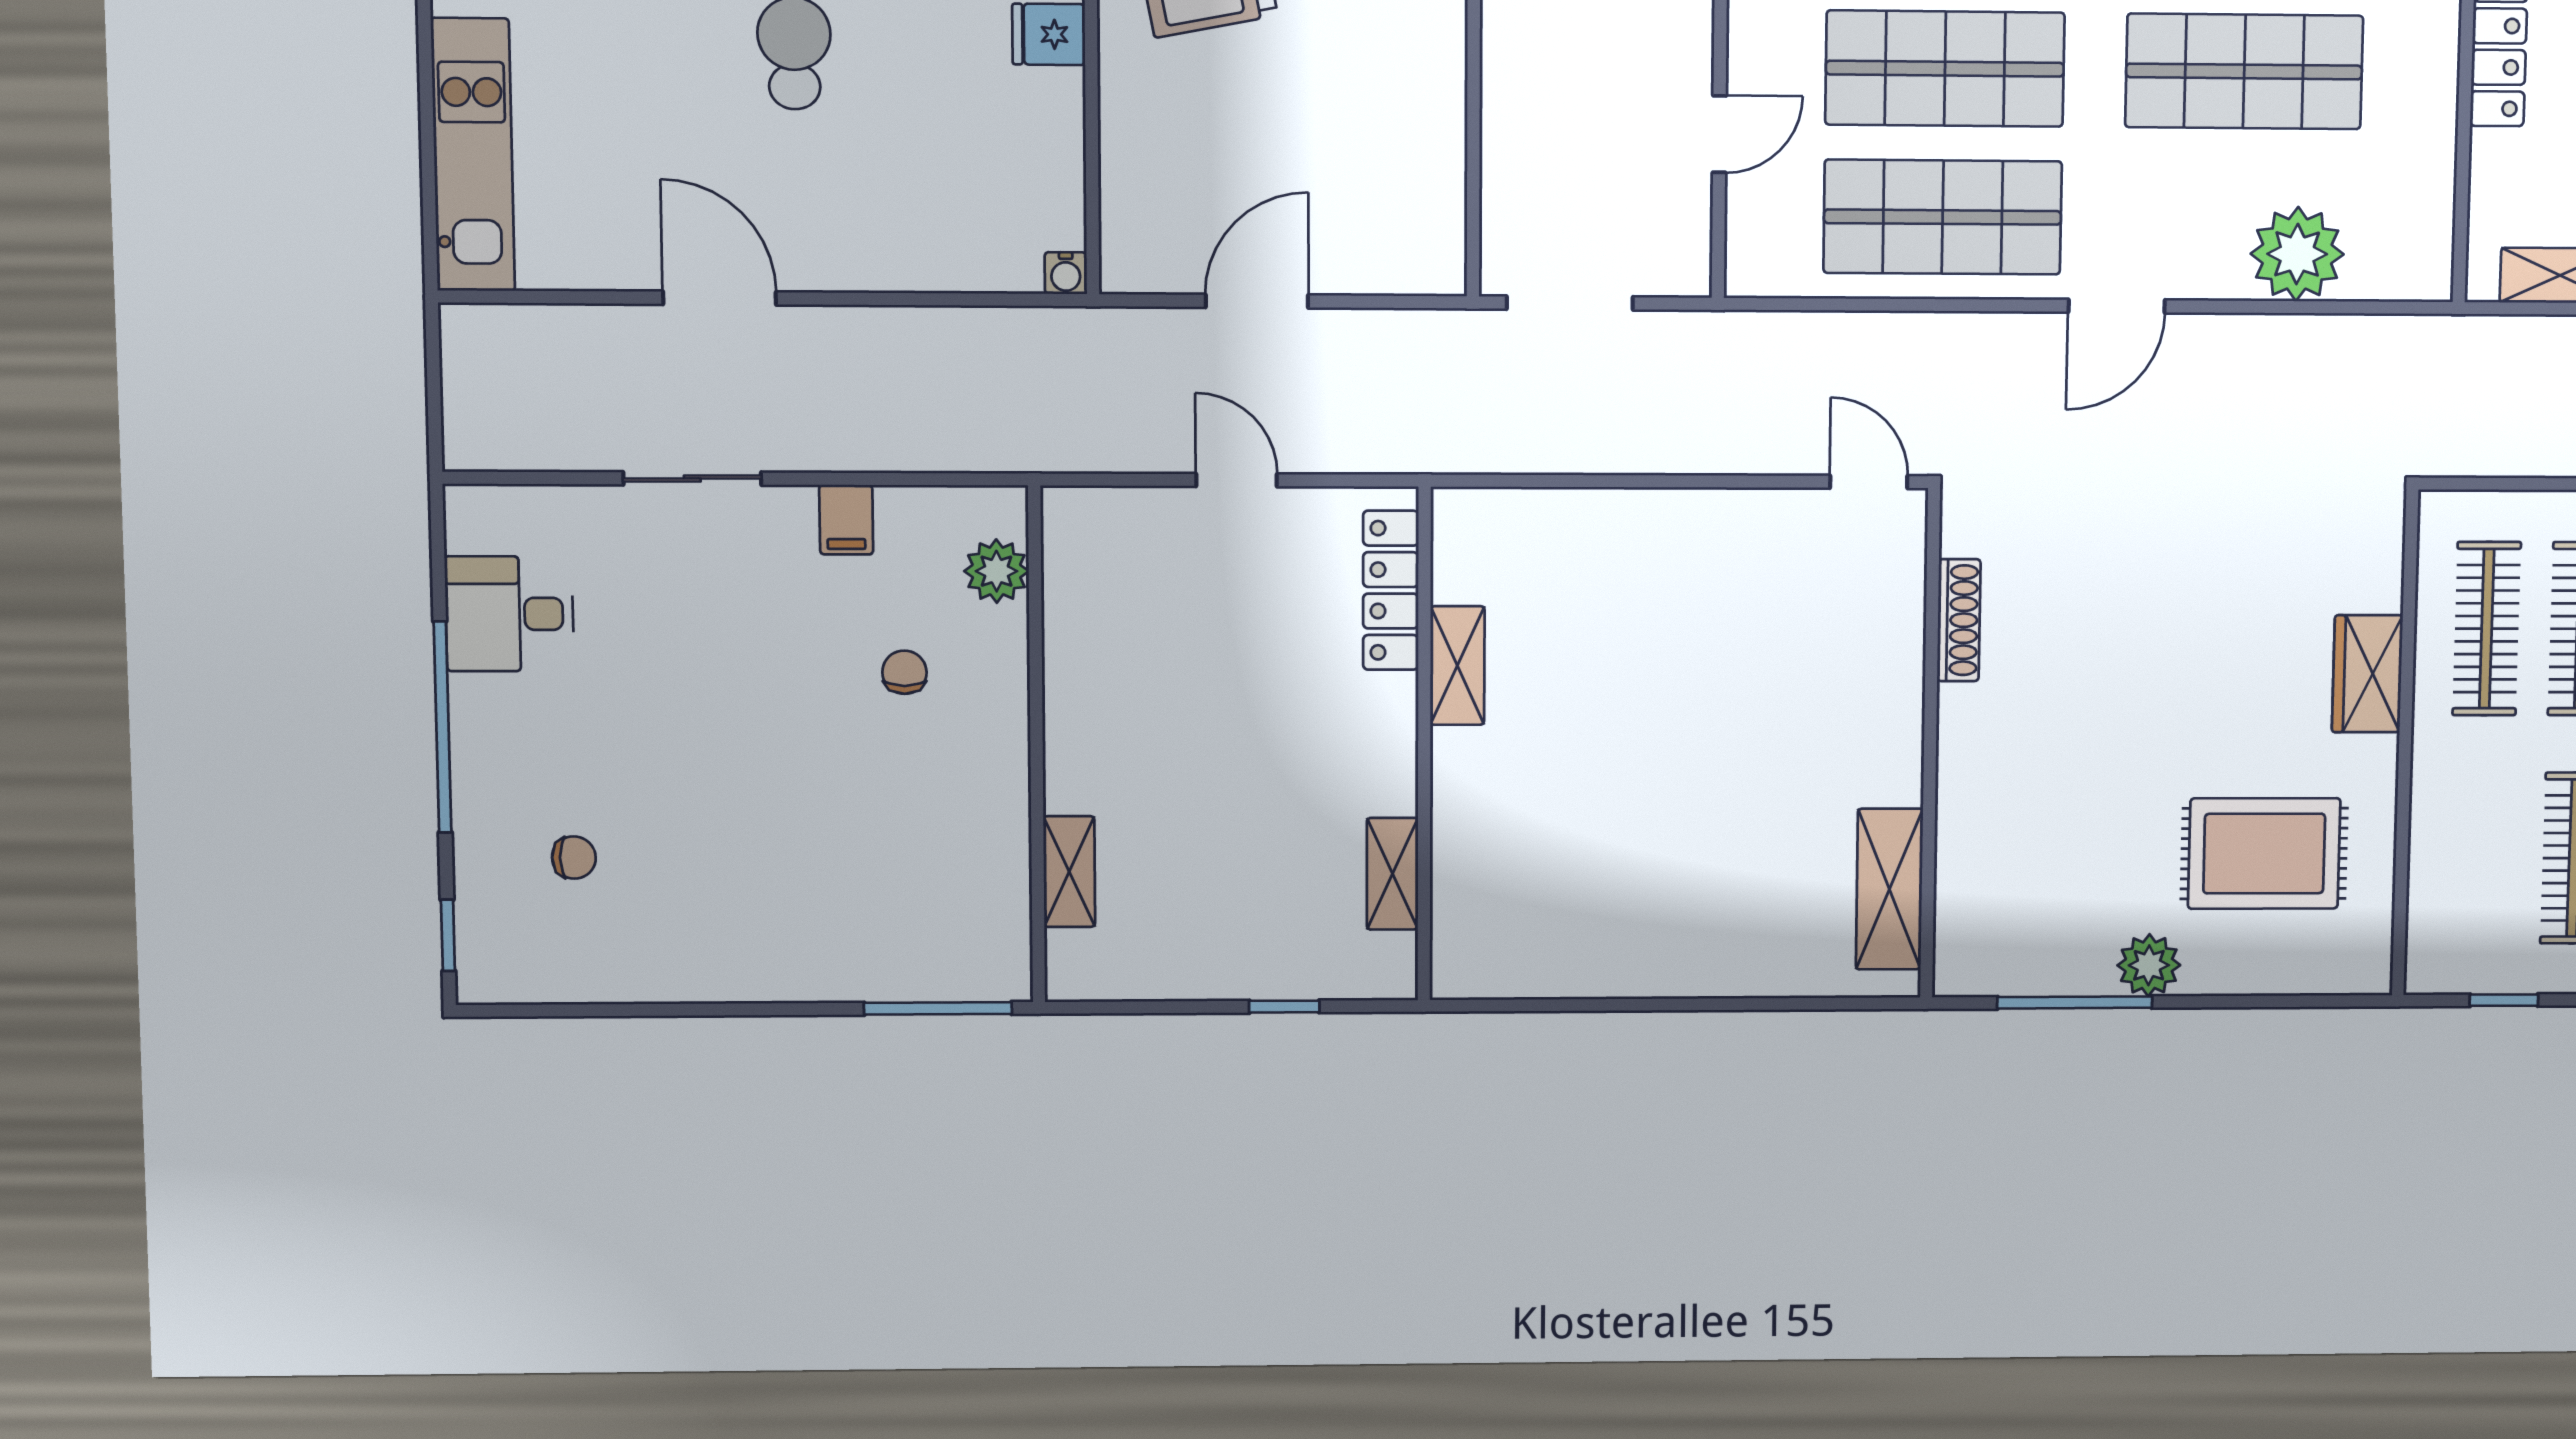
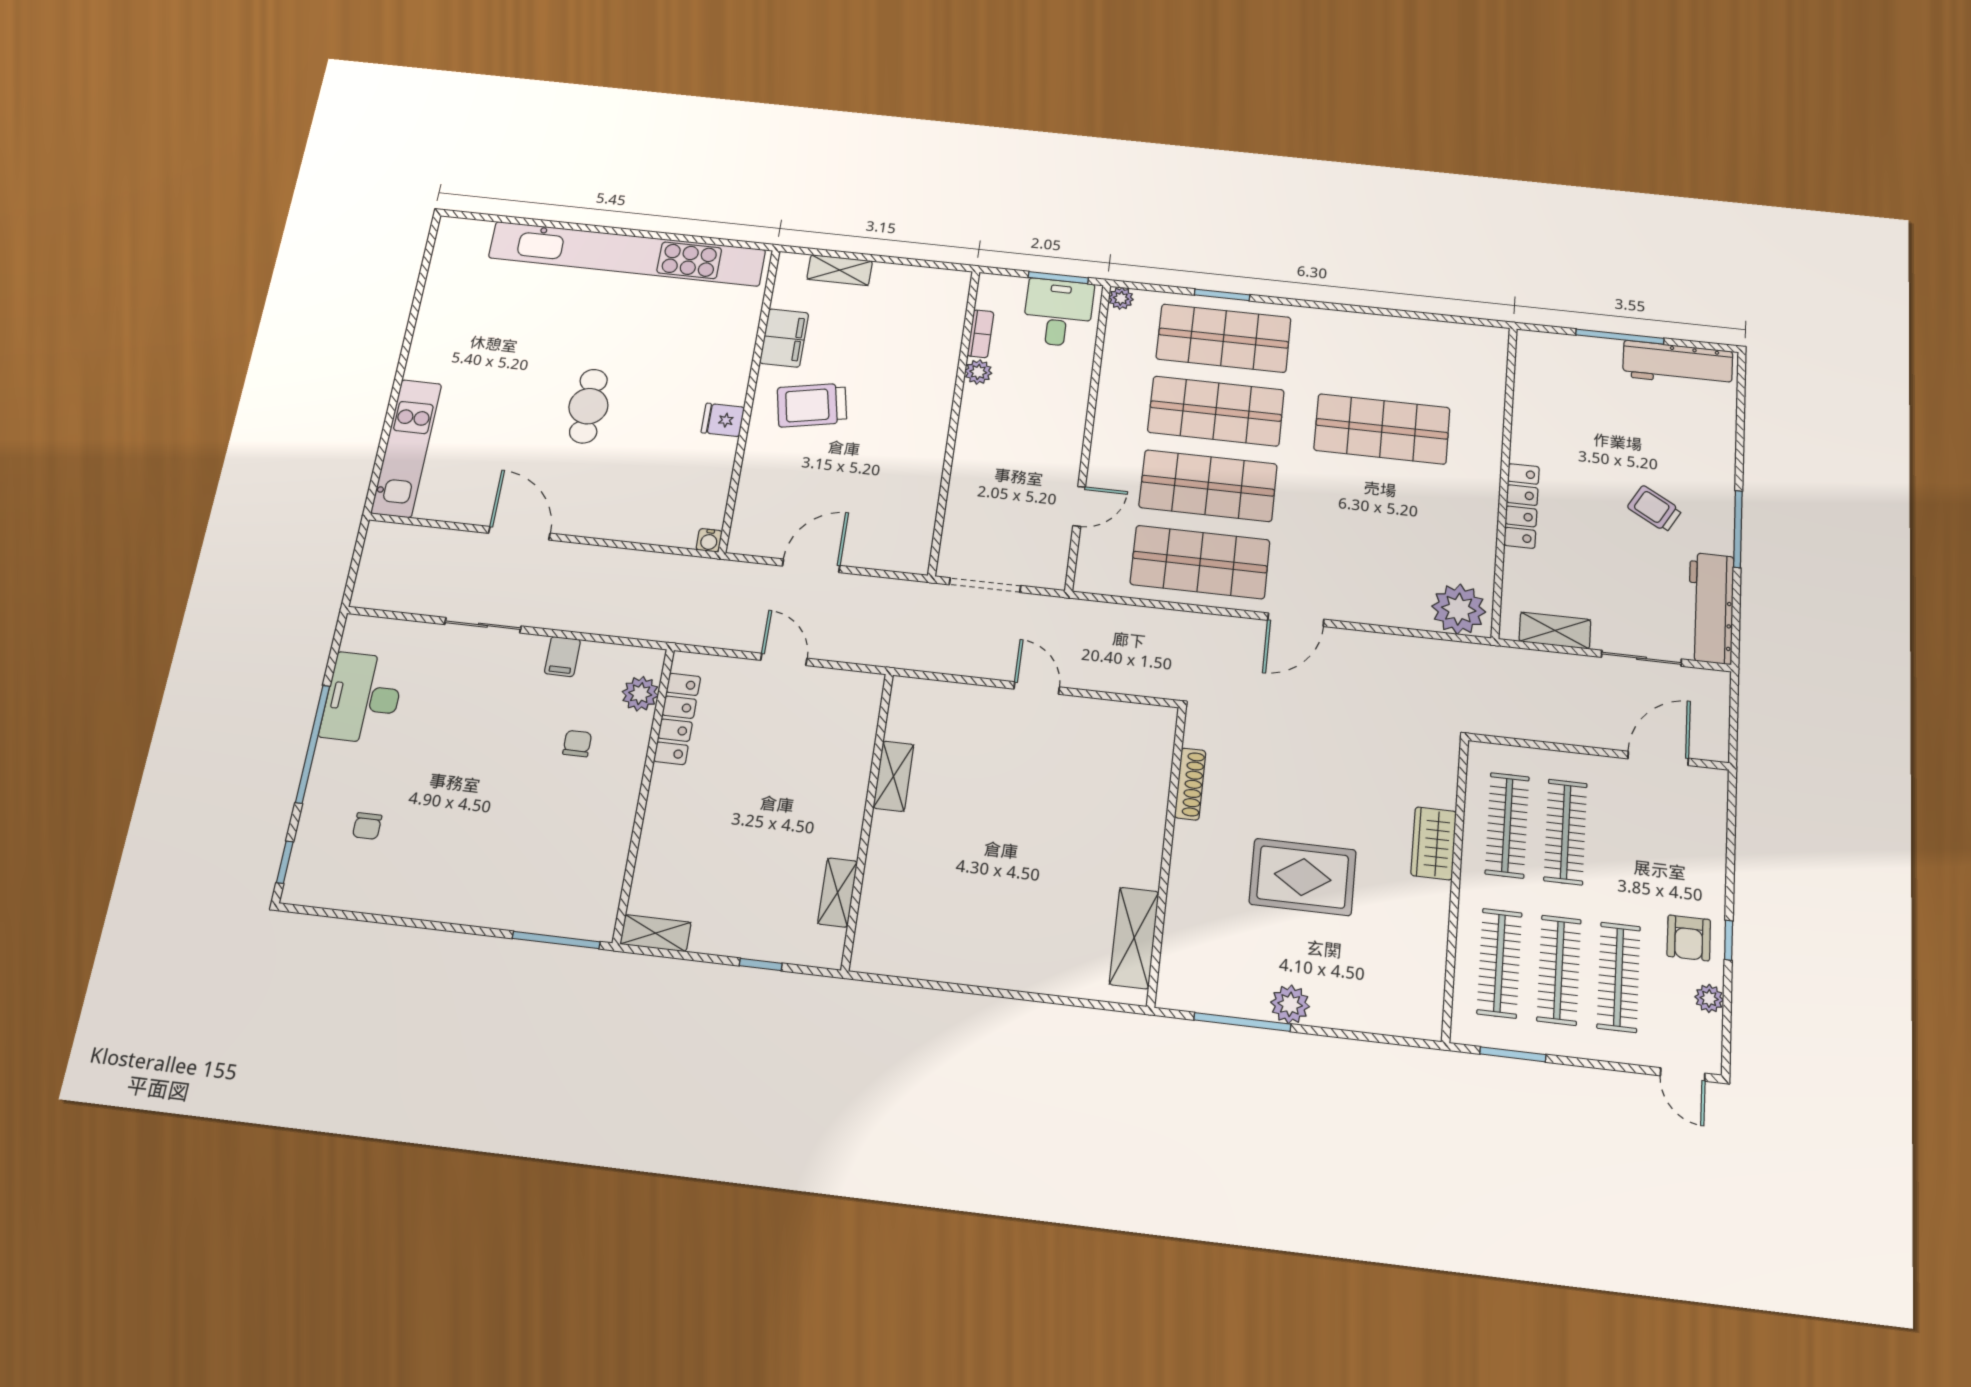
shop shelf: (2244, 71) -> (1376, 504), removed
plant: (2297, 254) -> (1459, 609), moved
door: (1869, 482) -> (1037, 688), moved
locker: (1391, 590) -> (677, 719), moved, turned 180
desk: (509, 614) -> (363, 698), width x1.37
rug: (2264, 854) -> (1303, 877), moved
chair: (574, 858) -> (367, 826), turned 90
clothes rail: (2479, 858) -> (1499, 963), added
shelving: (1069, 872) -> (656, 933), moved, turned 90
window: (2504, 1000) -> (1513, 1054), width x1.50

